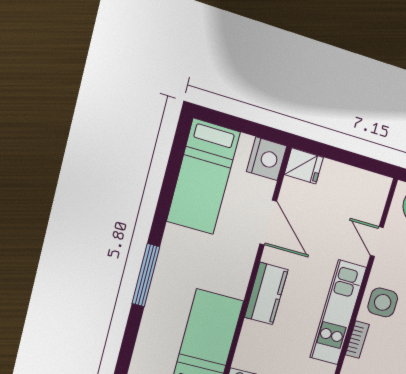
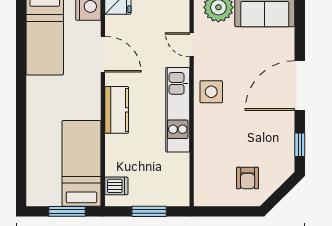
window: (146, 275) -> (21, 121), removed
bookcase: (357, 340) -> (200, 127), removed

